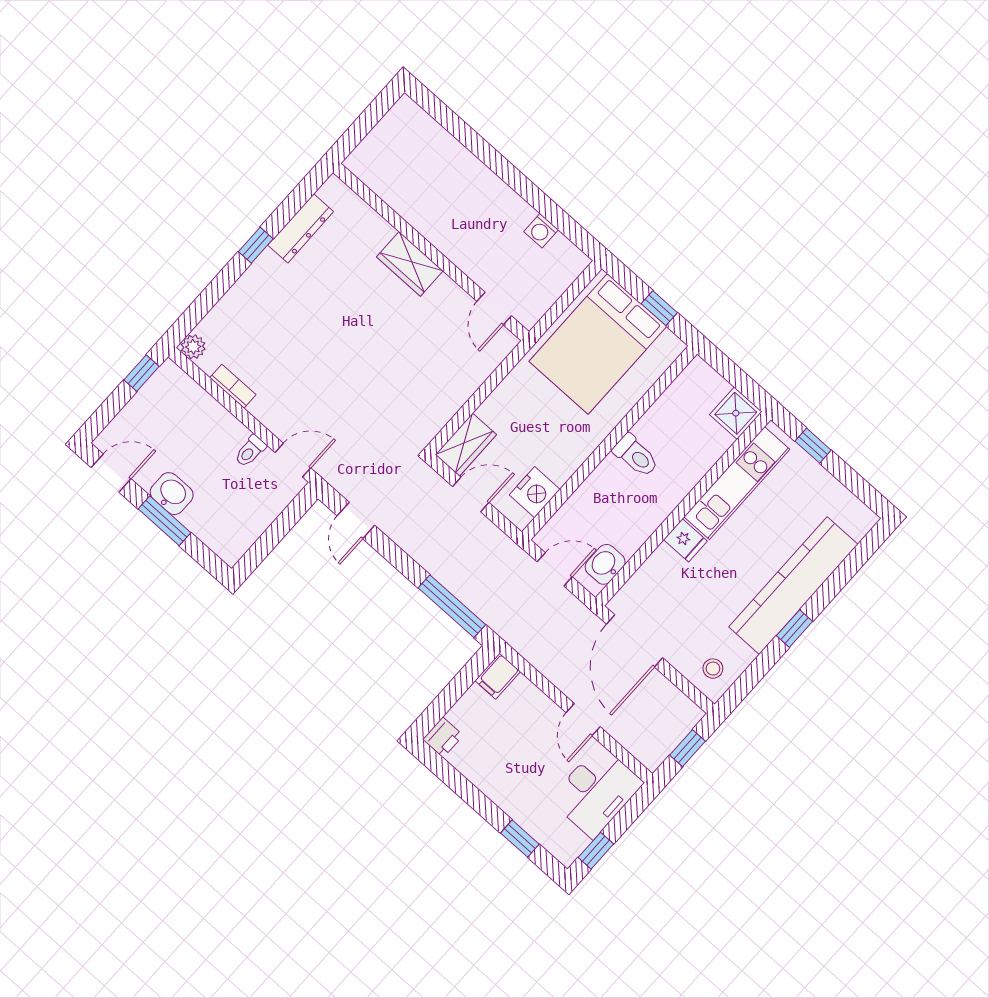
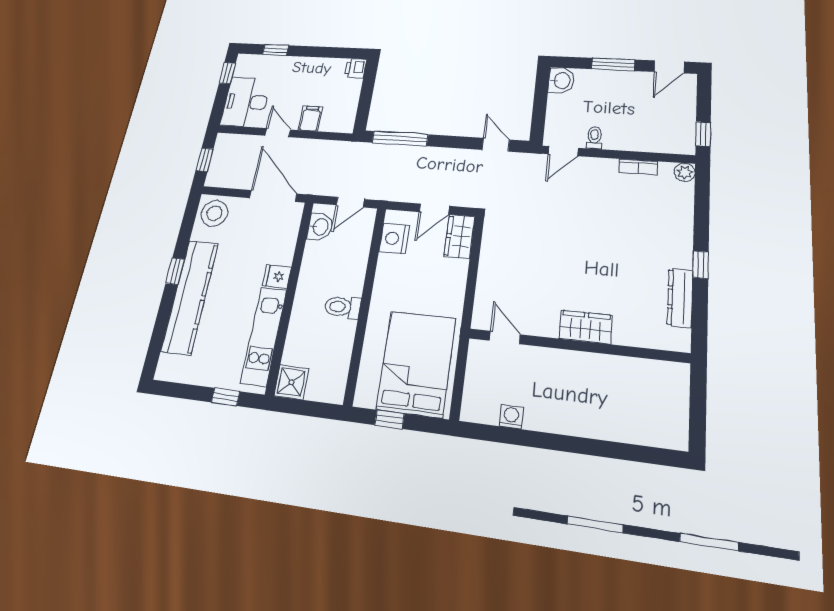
washbasin: (172, 494) -> (561, 81), moved, turned -90
stool: (713, 669) -> (214, 213), width x1.89, depth x1.89
filing cabinet: (498, 676) -> (310, 119), moved

